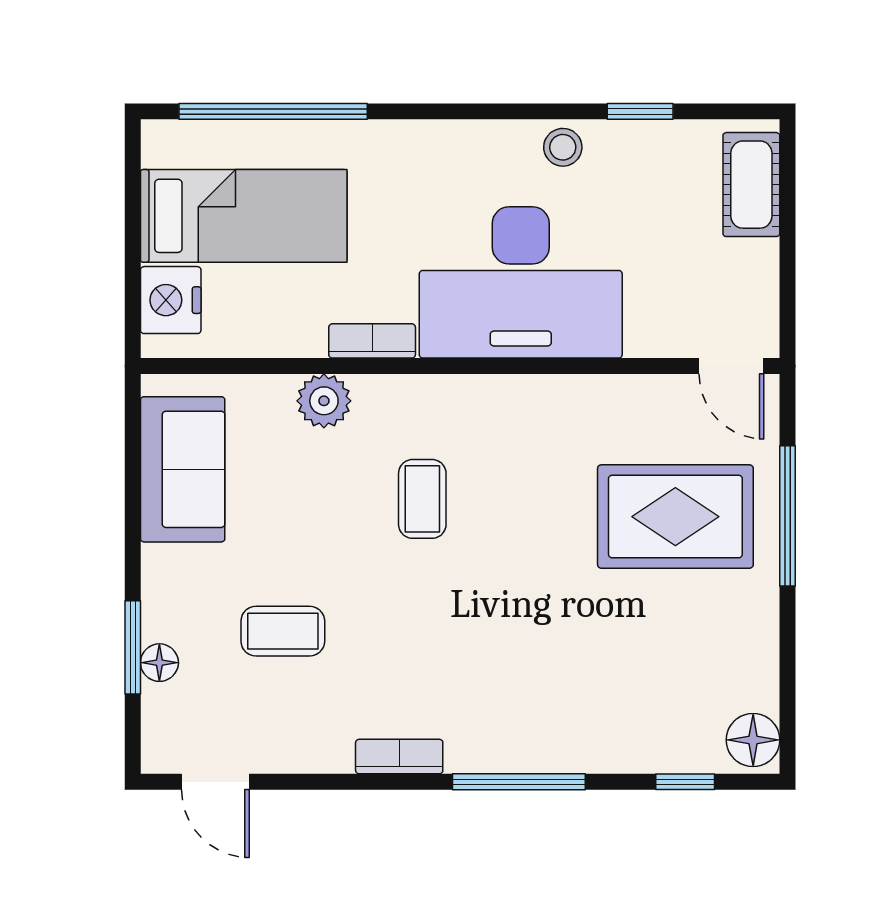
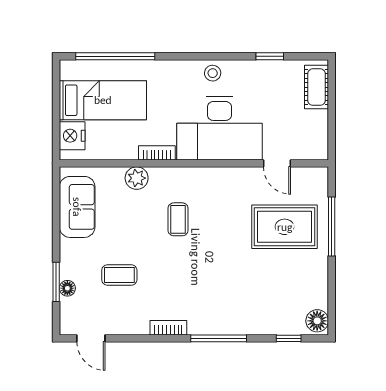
stool: (563, 147) -> (213, 73), moved
door: (731, 366) -> (277, 163), moved

